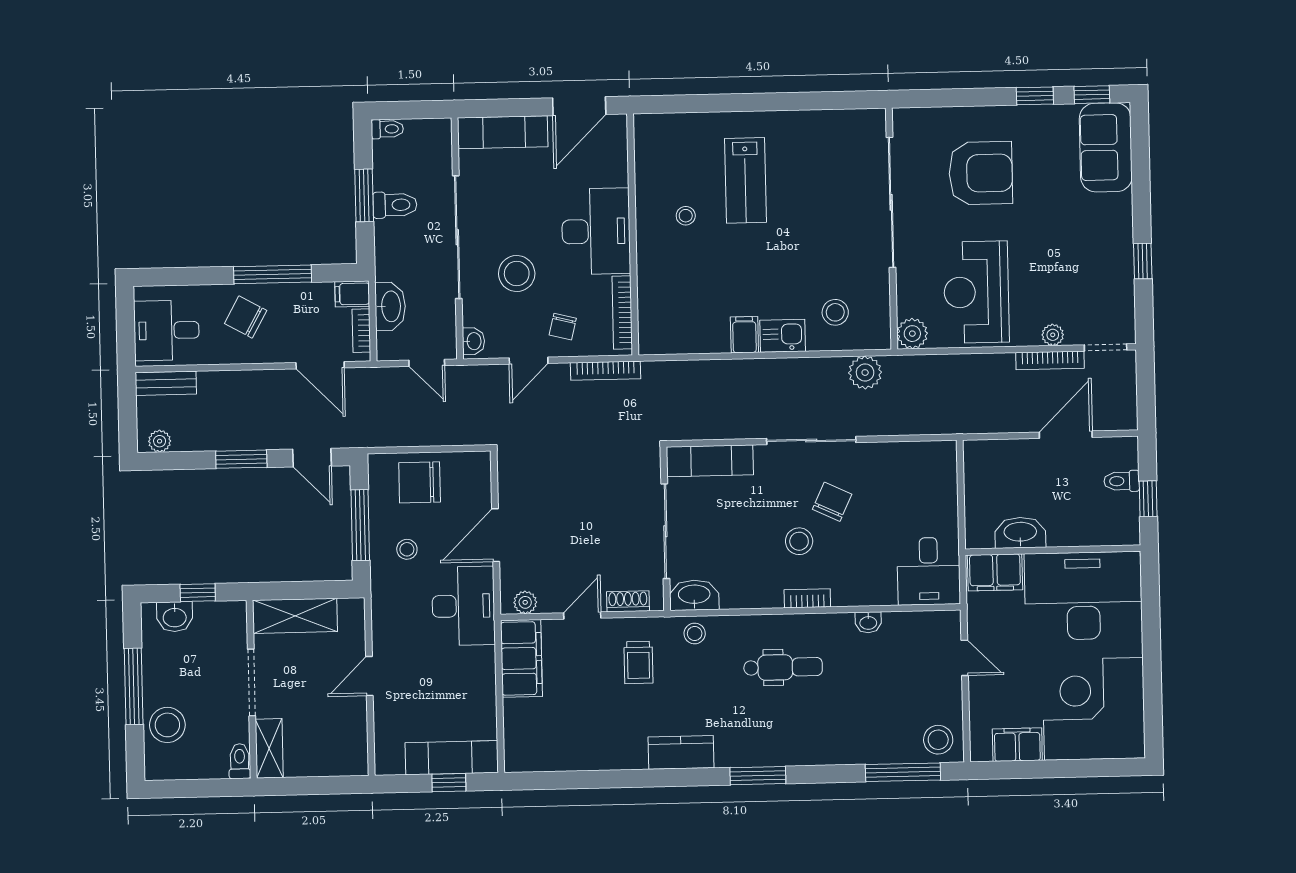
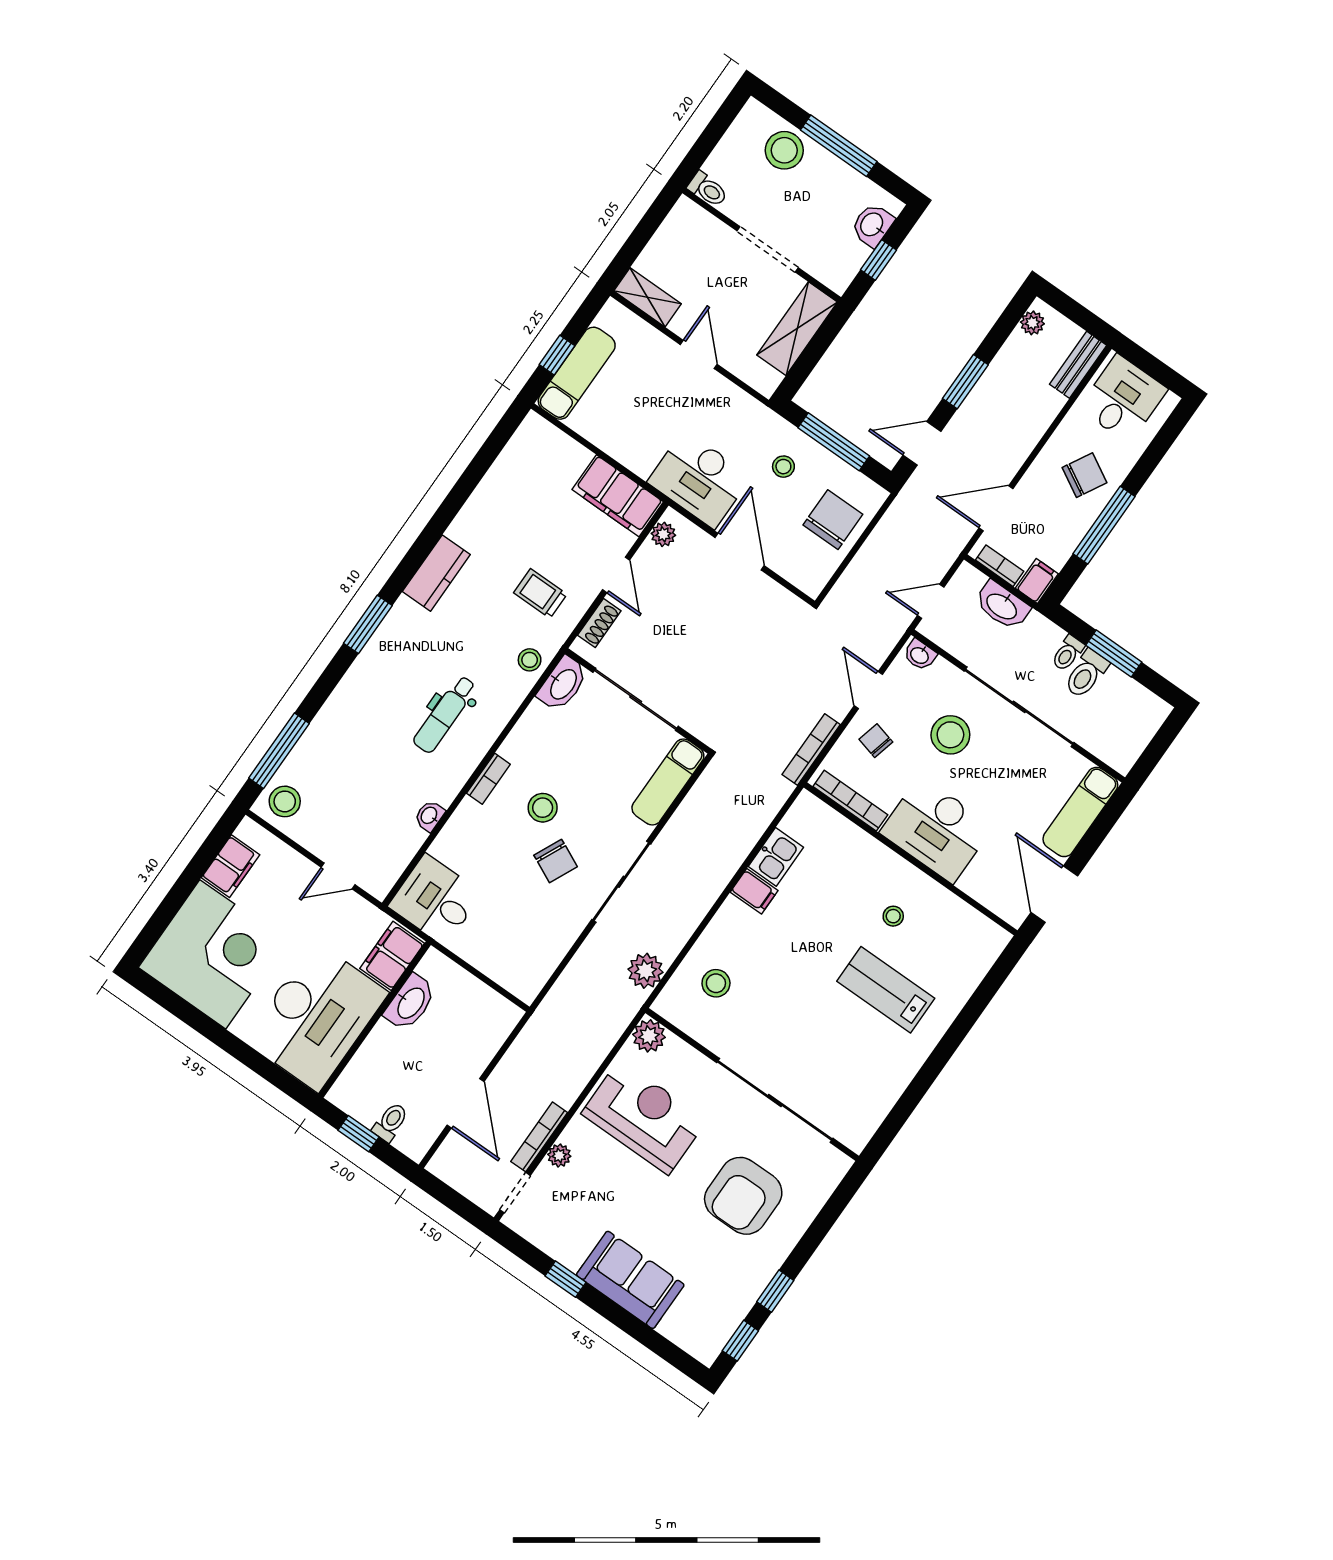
toilet: (387, 129) -> (1068, 653), moved
sofa: (1106, 147) -> (630, 1280), moved
kitchen sink: (783, 336) -> (776, 857), moved
shelving: (269, 748) -> (647, 297), moved

